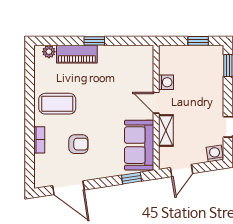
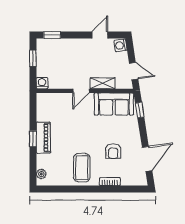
piano: (77, 54) -> (43, 138), moved
washing machine: (166, 82) -> (42, 83), moved
armchair: (78, 144) -> (113, 151), turned 180

